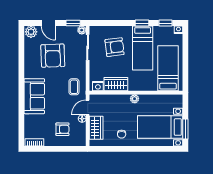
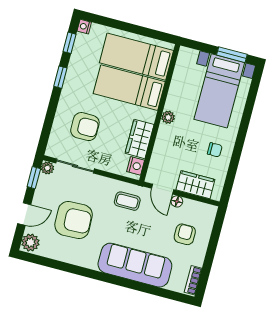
armchair: (114, 47) -> (85, 127), turned 97
bed: (143, 48) -> (129, 88), moved, turned 180
sofa: (34, 96) -> (135, 265), width x1.36

